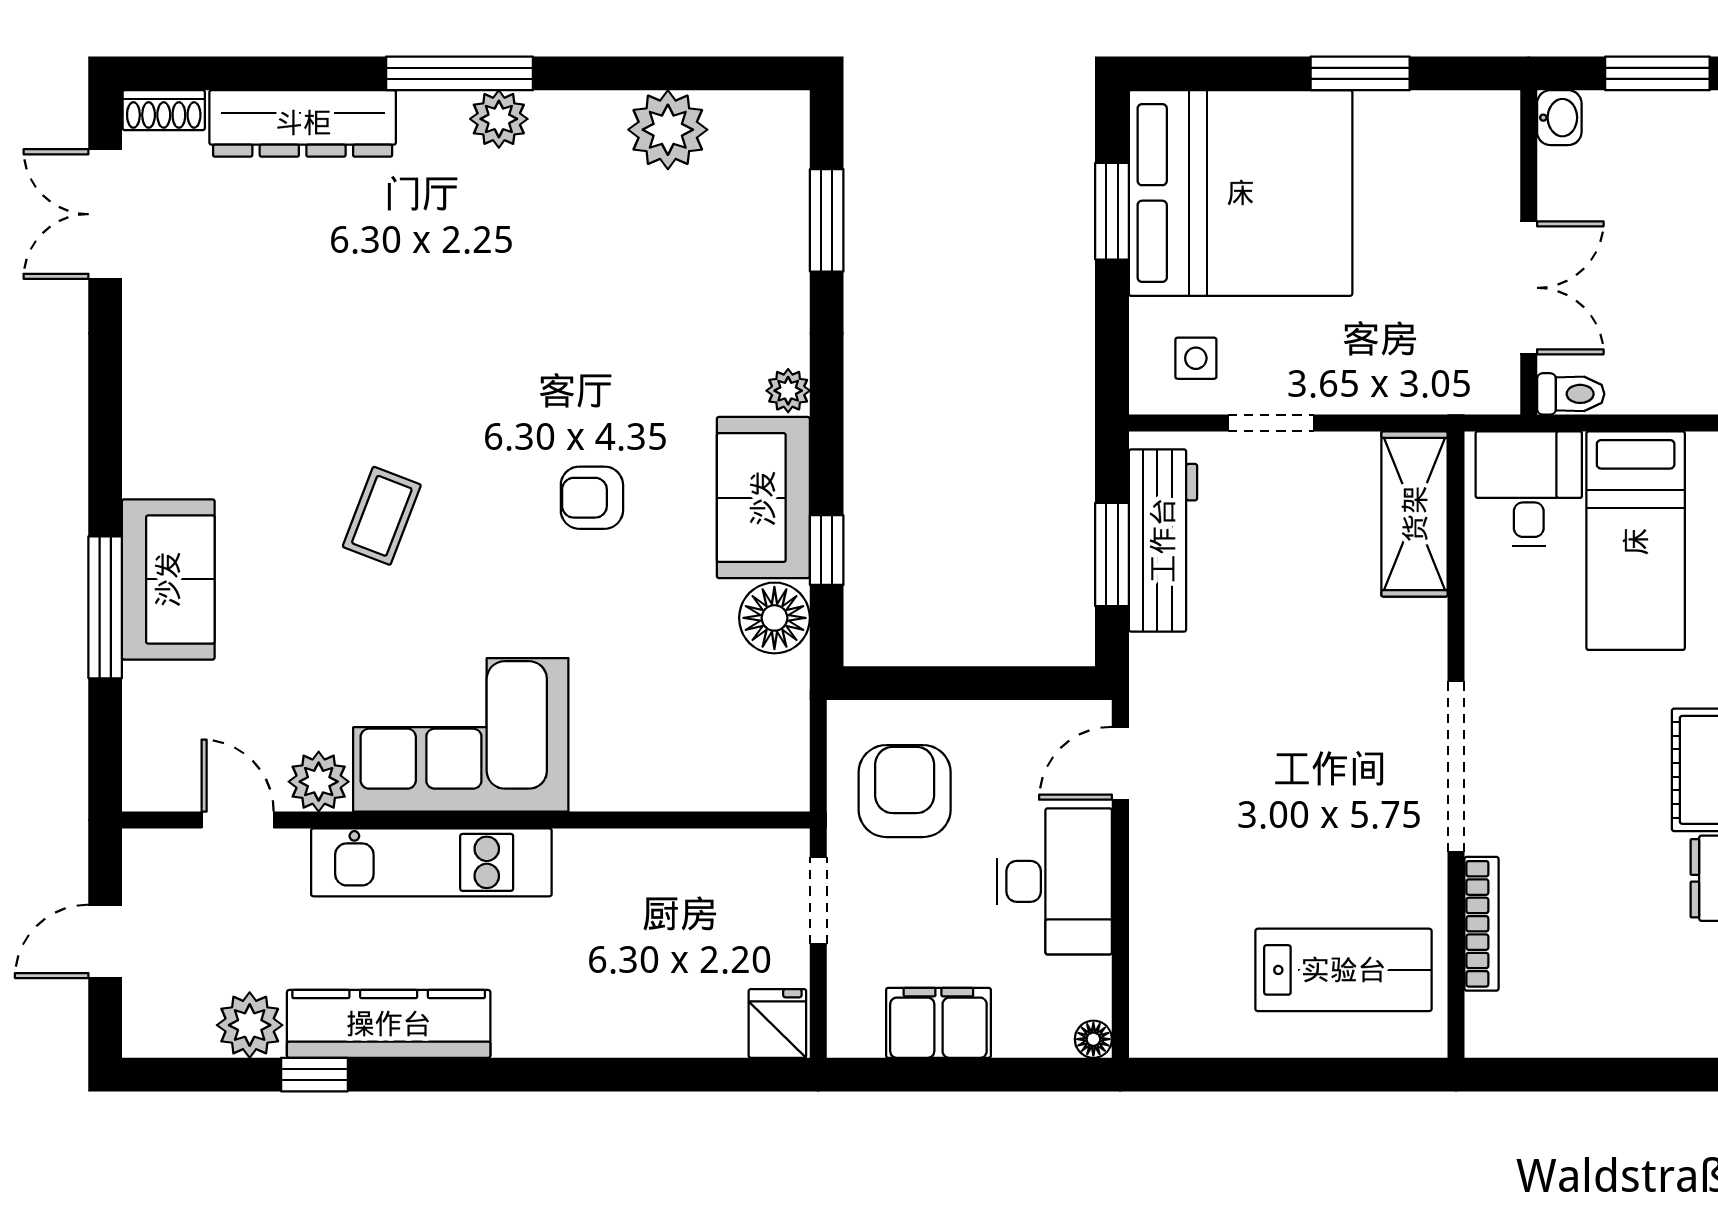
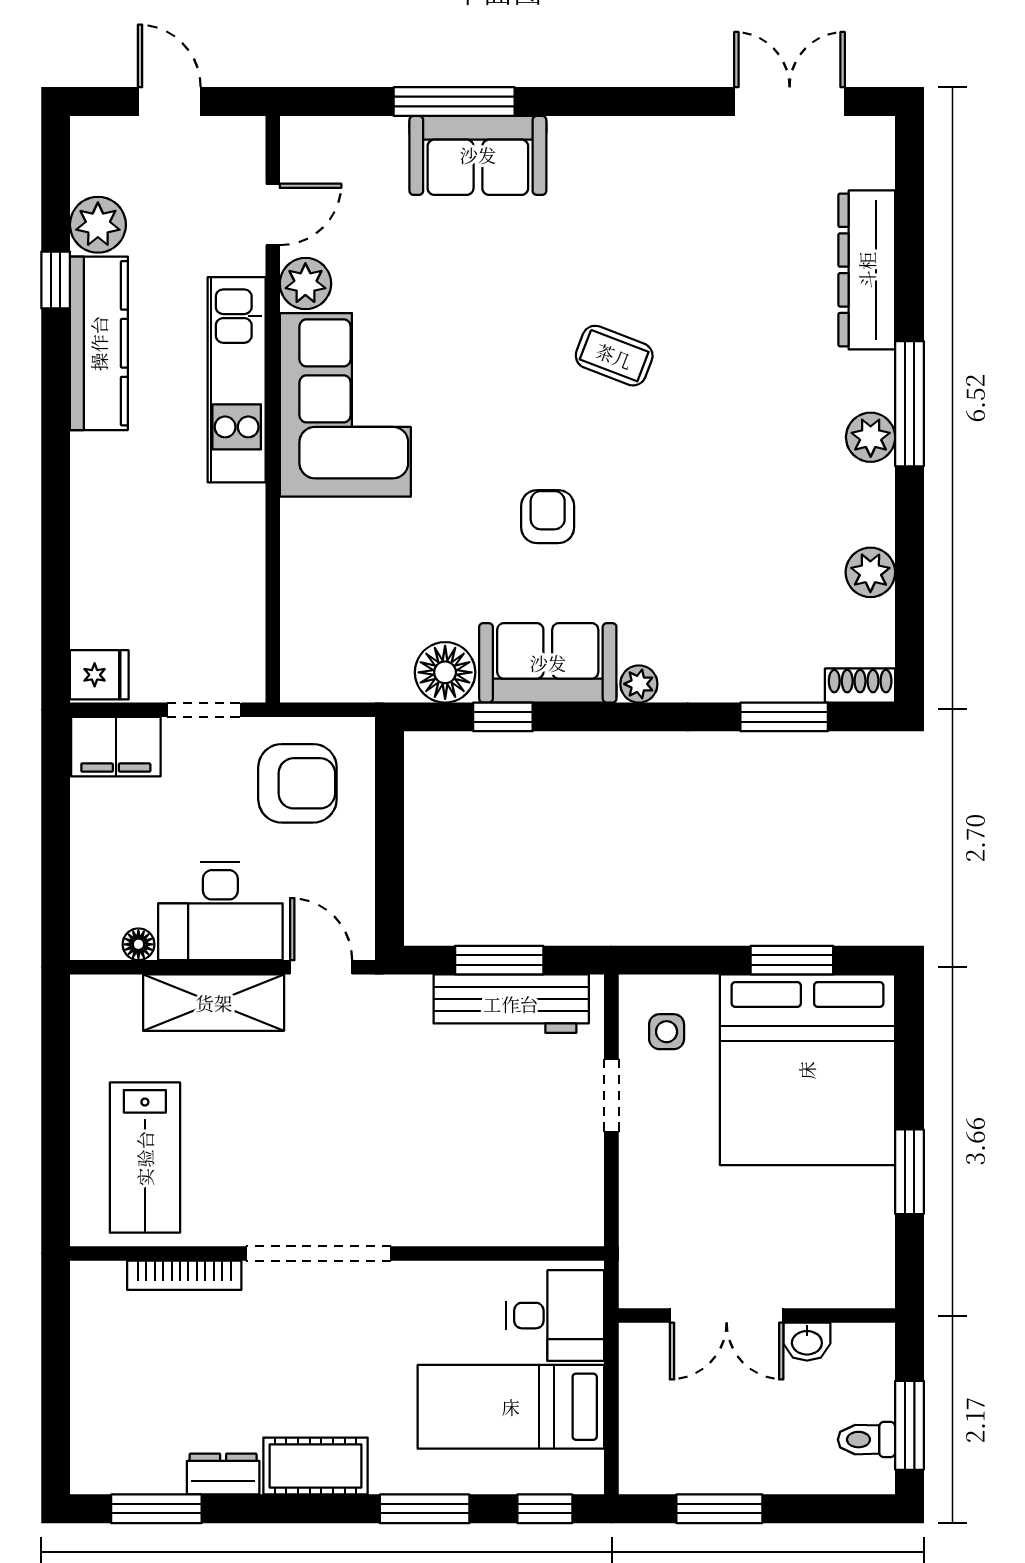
shoe rack: (164, 110) -> (860, 686), moved, turned 90
washbasin: (1559, 118) -> (807, 1342), moved
plant: (668, 130) -> (870, 572), width x0.73, depth x0.73
toilet: (1571, 394) -> (867, 1440), moved, turned 90
shelving: (1415, 514) -> (214, 1003), moved
coffee table: (382, 516) -> (614, 356), moved
filing cabinet: (938, 1023) -> (116, 747), moved, turned 90
floor lamp: (1093, 1039) -> (138, 944), moved

